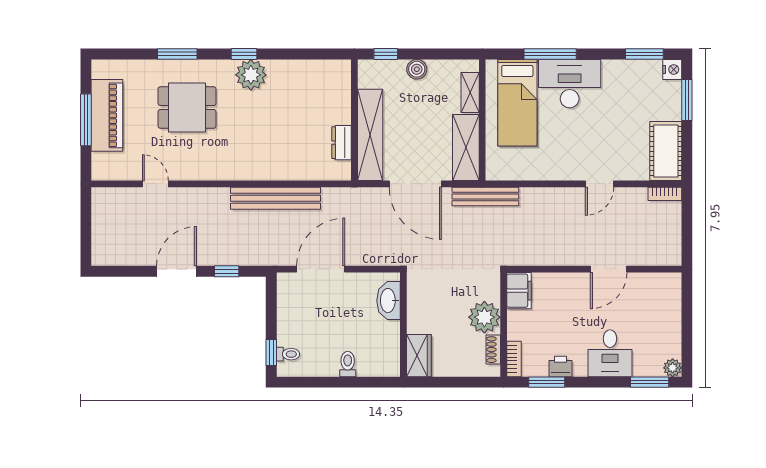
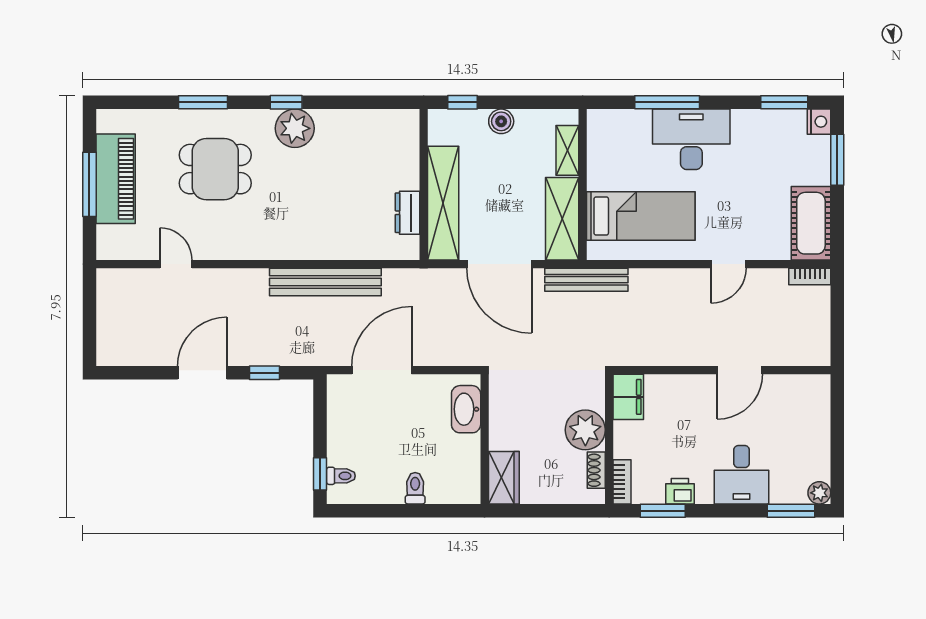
bed: (517, 103) -> (641, 216), moved, turned -90

